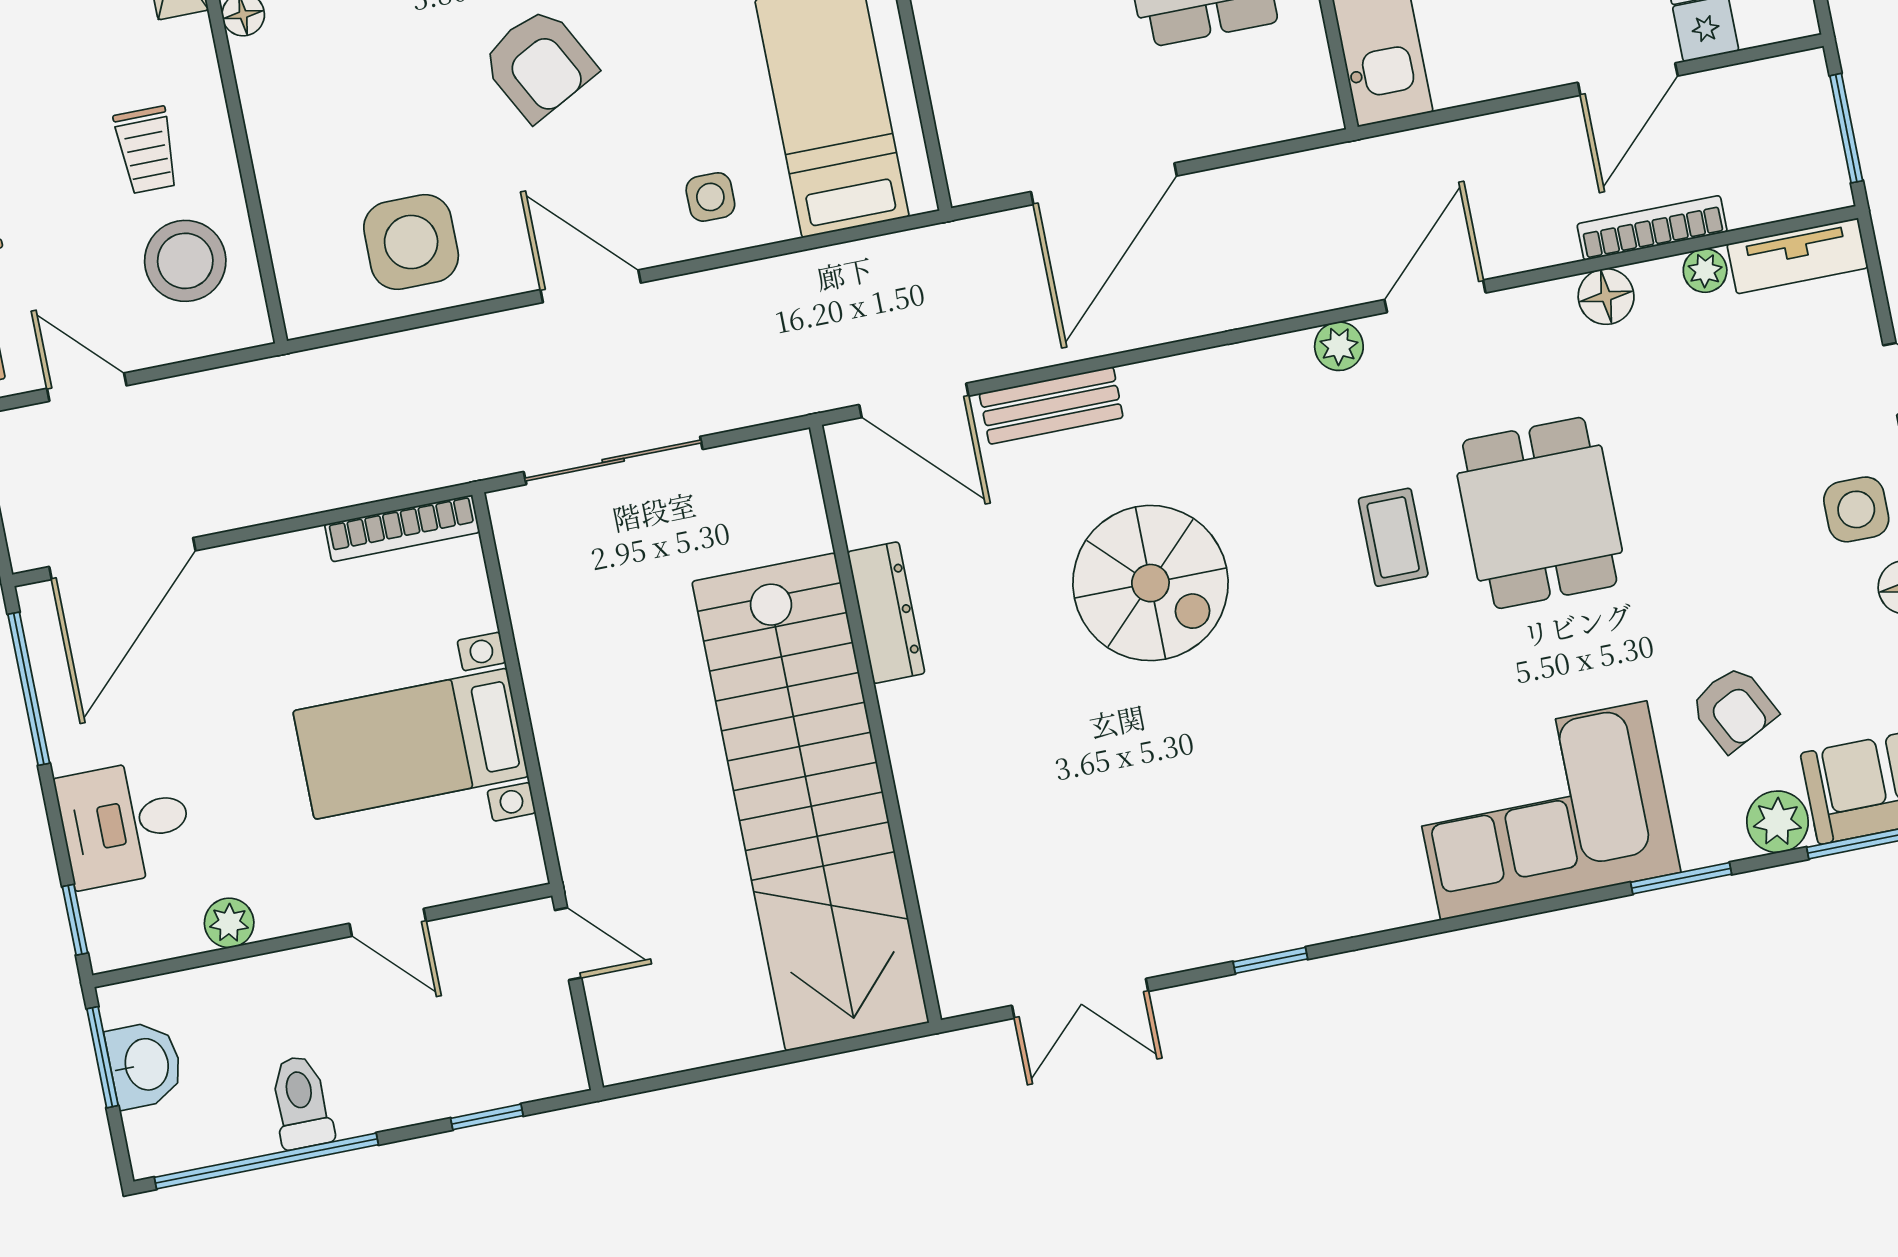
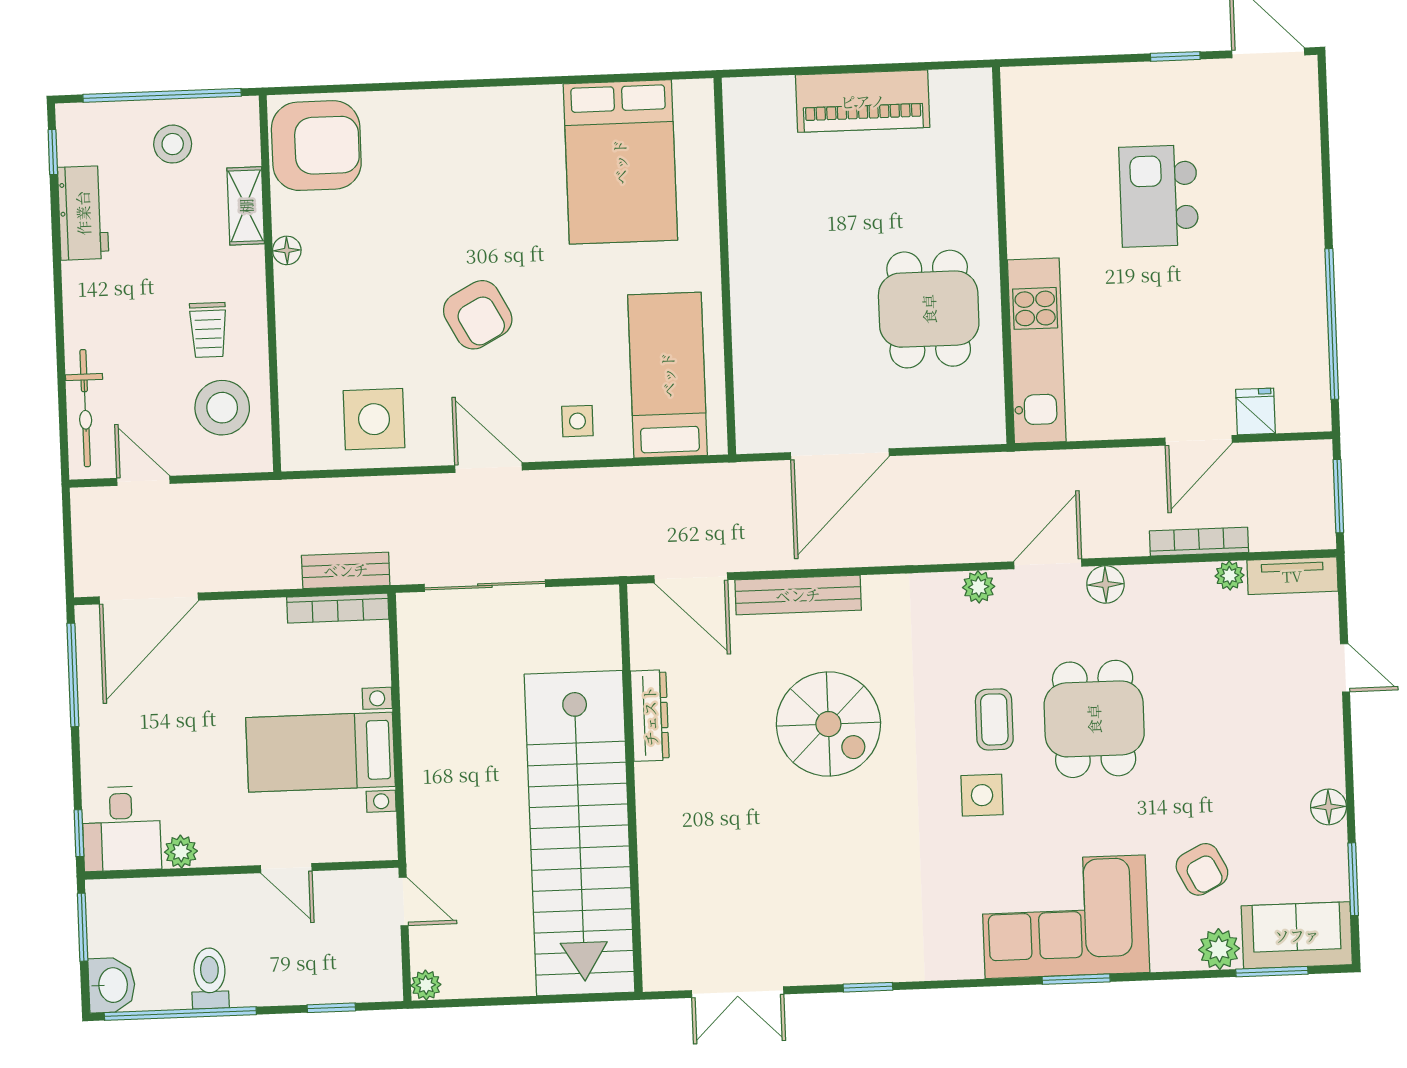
floor lamp: (1606, 296) -> (1105, 584), moved
bench: (1051, 406) -> (798, 595), width x1.36
bench: (405, 471) -> (346, 570), added
side table: (1856, 509) -> (982, 795), moved
desk: (125, 823) -> (121, 829), moved, turned -90
window: (1681, 878) -> (1076, 979), moved
plant: (620, 1061) -> (426, 985), added
washbasin: (145, 1065) -> (112, 985), moved

